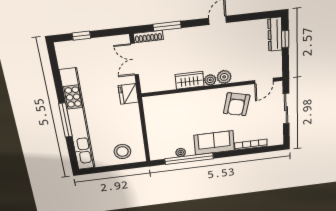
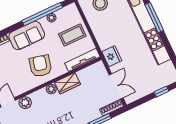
plant: (224, 77) -> (25, 103), moved
tv unit: (163, 100) -> (82, 60), added
armchair: (237, 104) -> (40, 66), moved
coffee table: (165, 129) -> (72, 35), added

